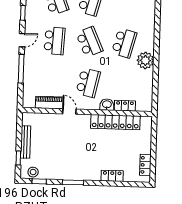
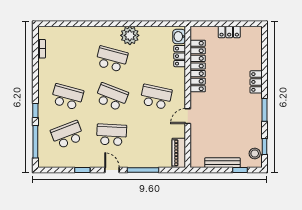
school desk: (89, 42) -> (112, 97), turned 45
piano: (49, 103) -> (179, 153), moved
washbasin: (107, 105) -> (179, 37), moved
locker: (145, 165) -> (229, 32), moved
locker: (112, 176) -> (256, 82), moved

